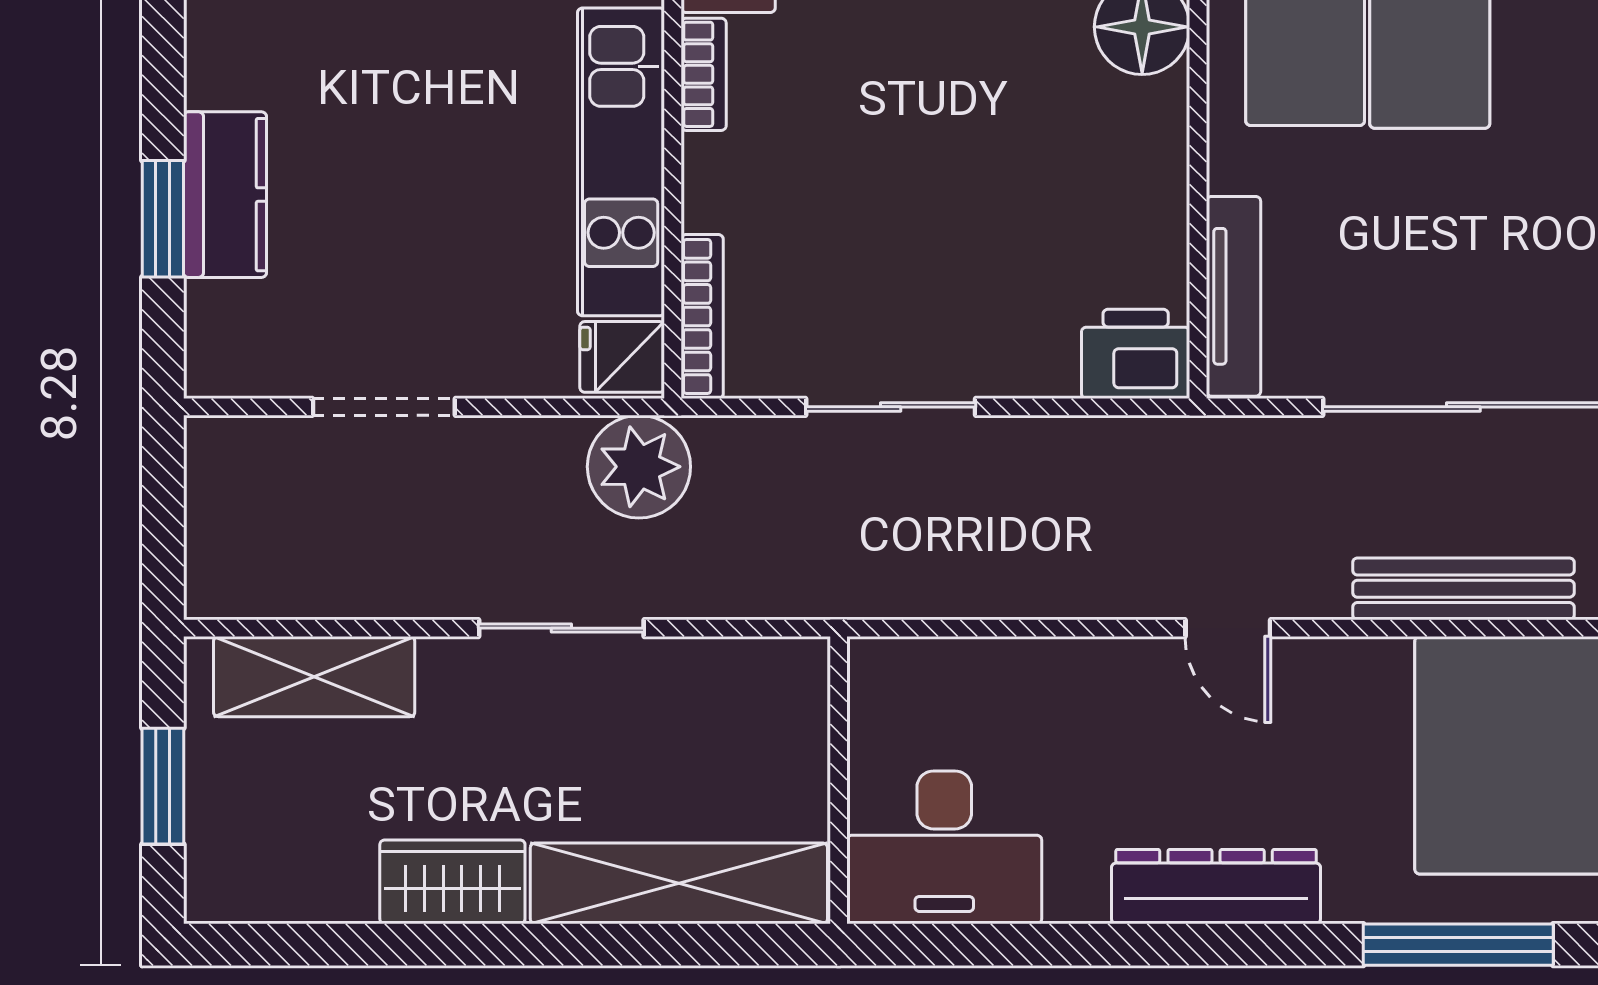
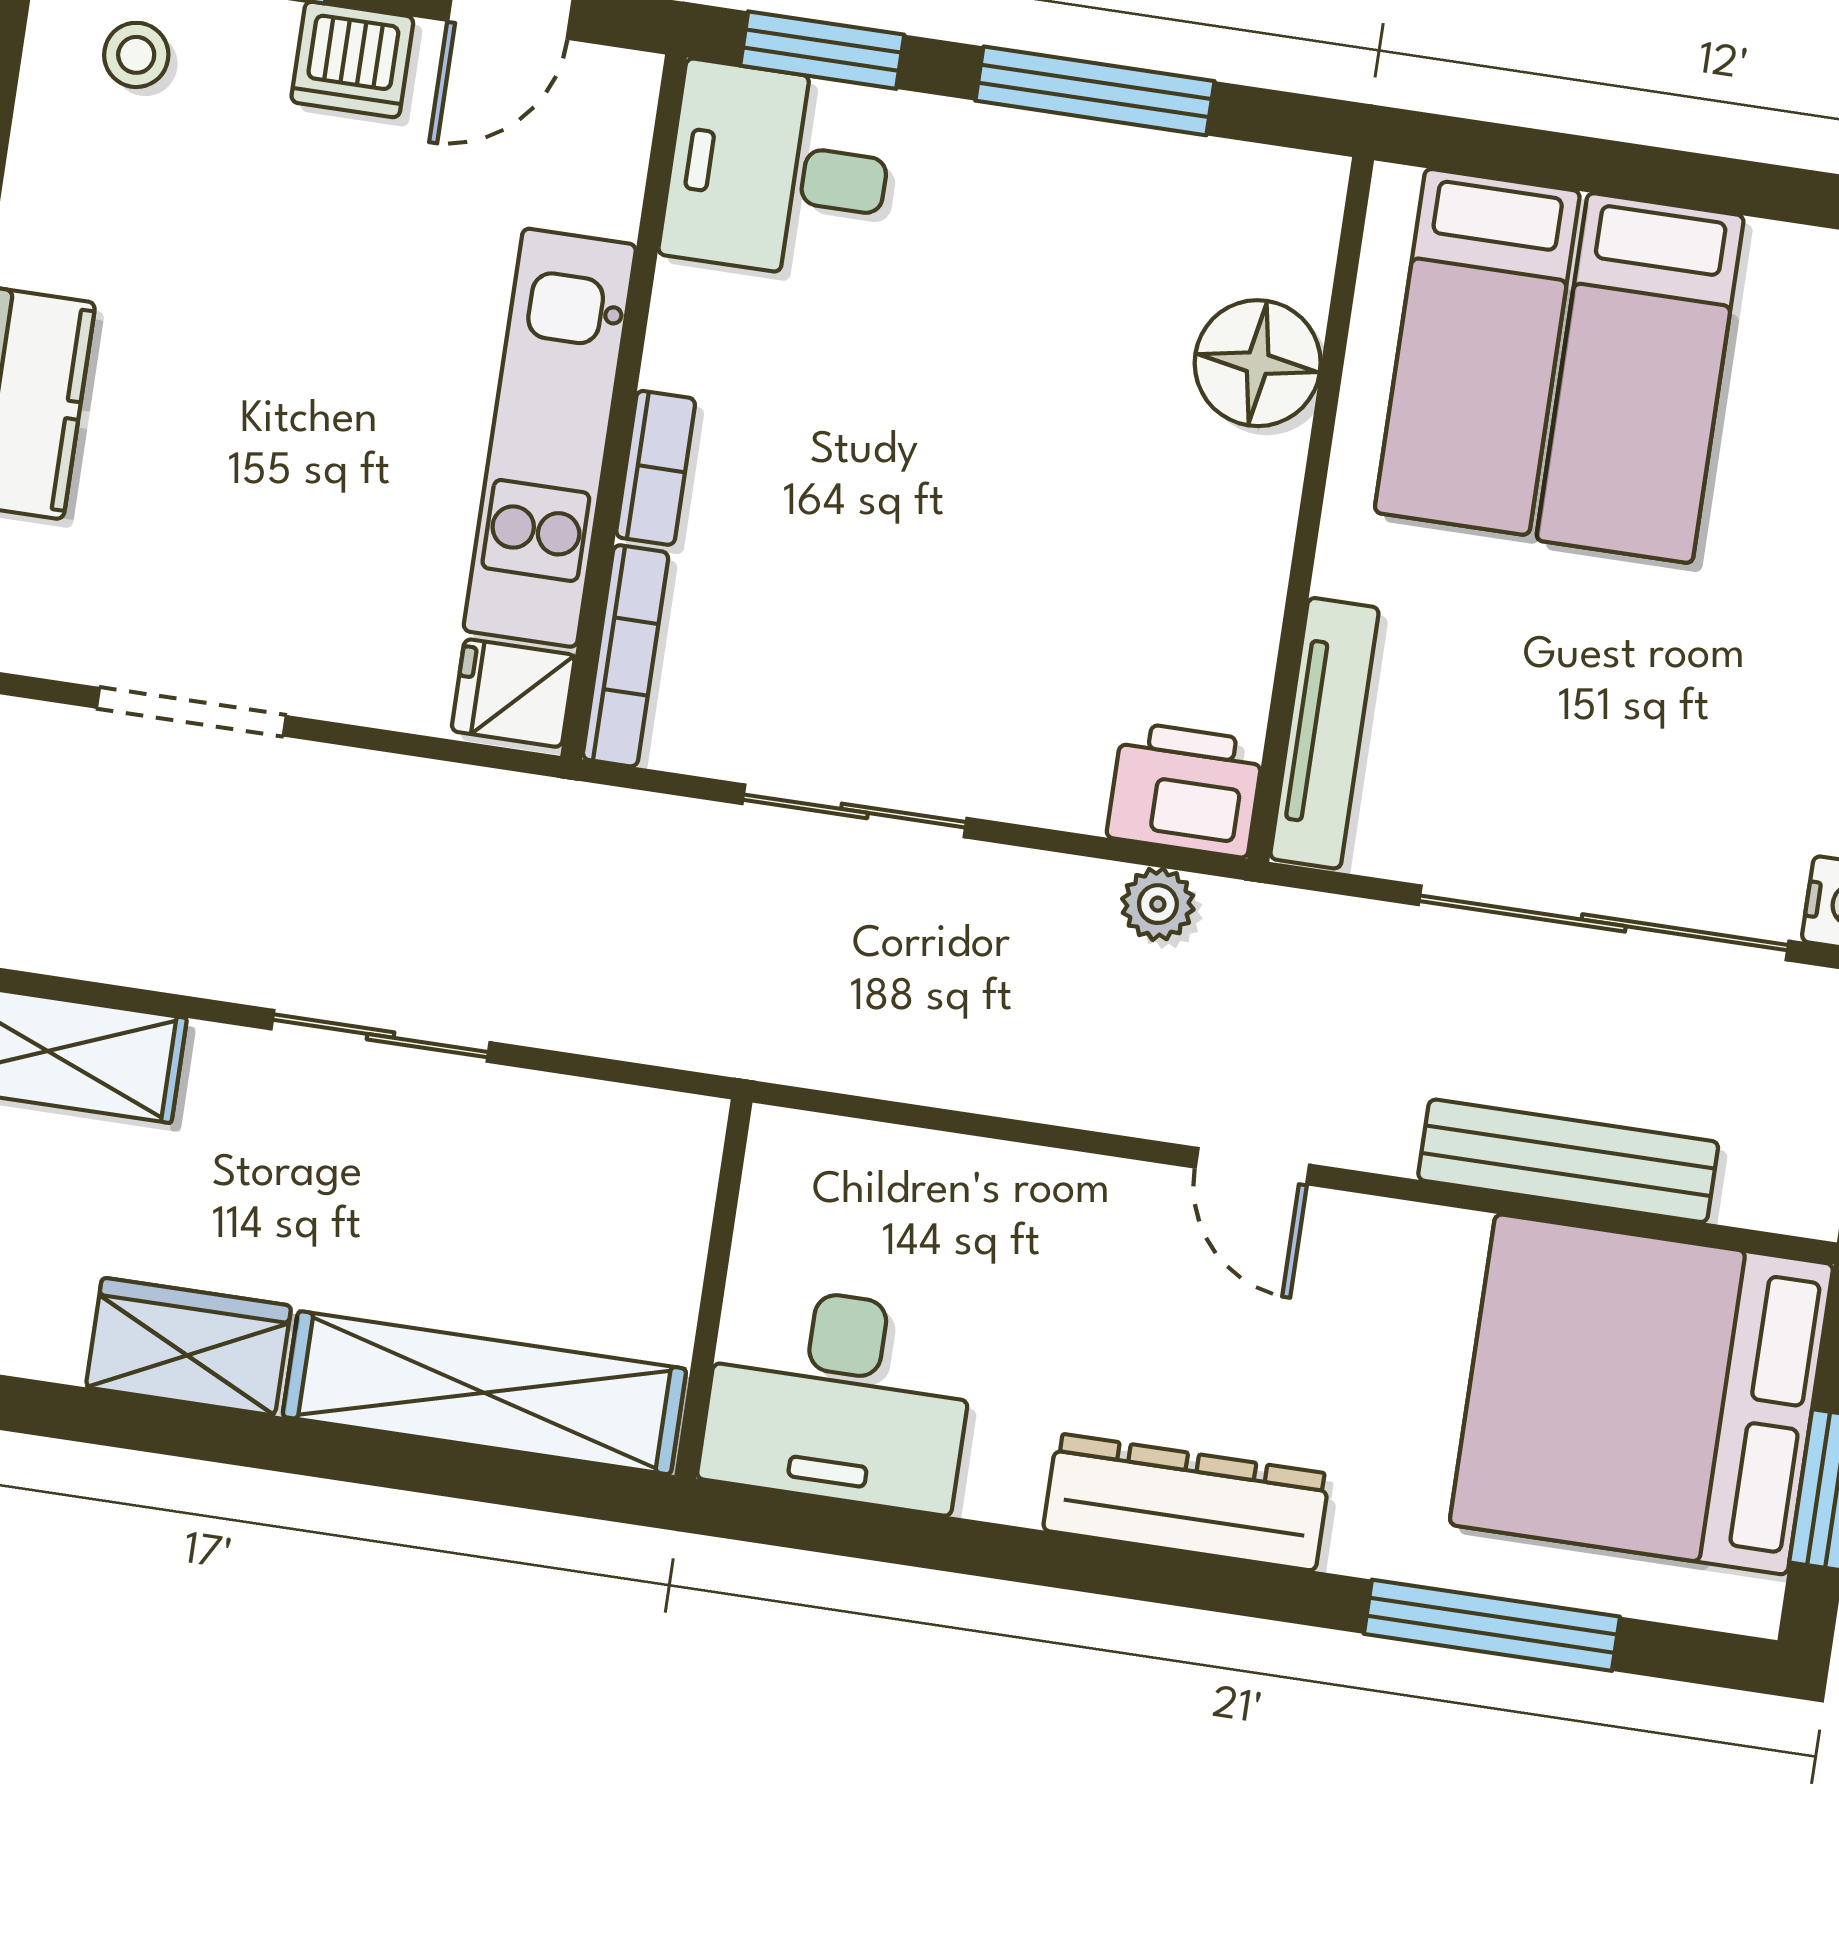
bookcase: (704, 74) -> (656, 468), moved
plant: (639, 467) -> (1158, 904), moved, width x0.53, depth x0.53

